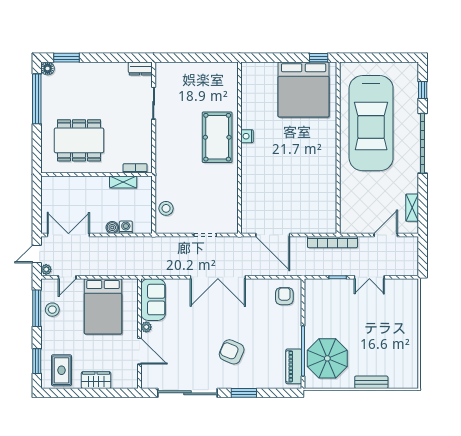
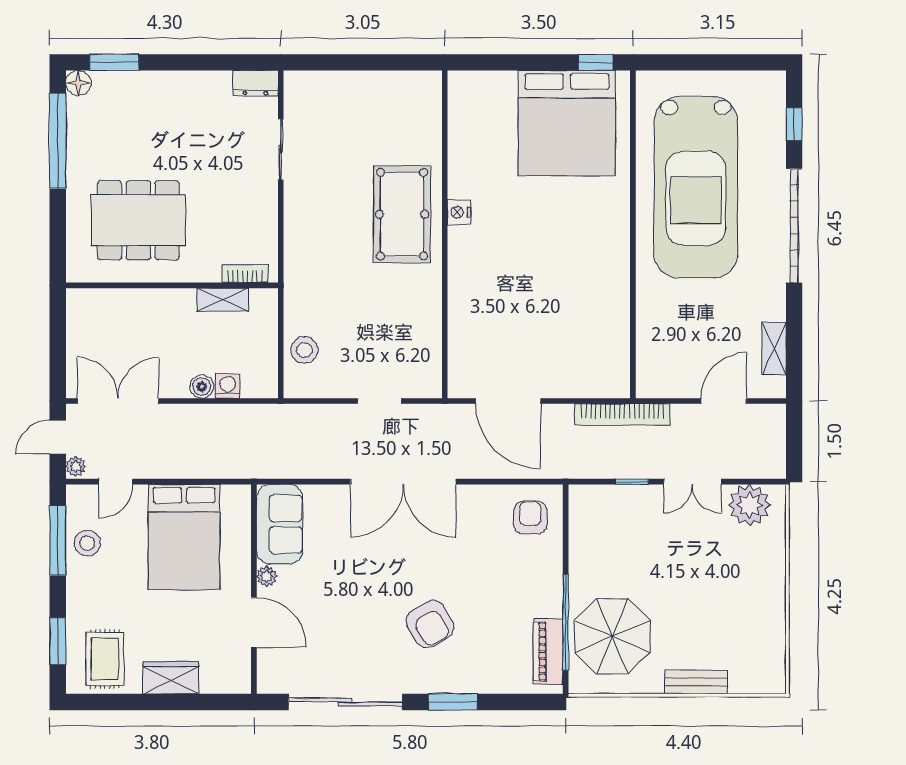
plant: (399, 290) -> (749, 505), added
armchair: (232, 352) -> (430, 624), turned -143

